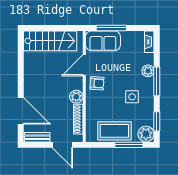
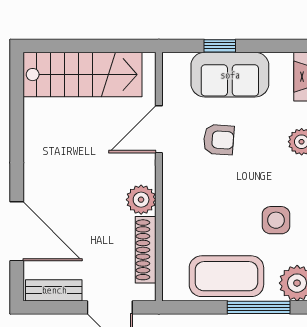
window: (111, 28) -> (220, 46), width x0.46
sofa: (103, 41) -> (230, 75), moved
armchair: (97, 83) -> (219, 140), moved
side table: (132, 97) -> (276, 220), moved

